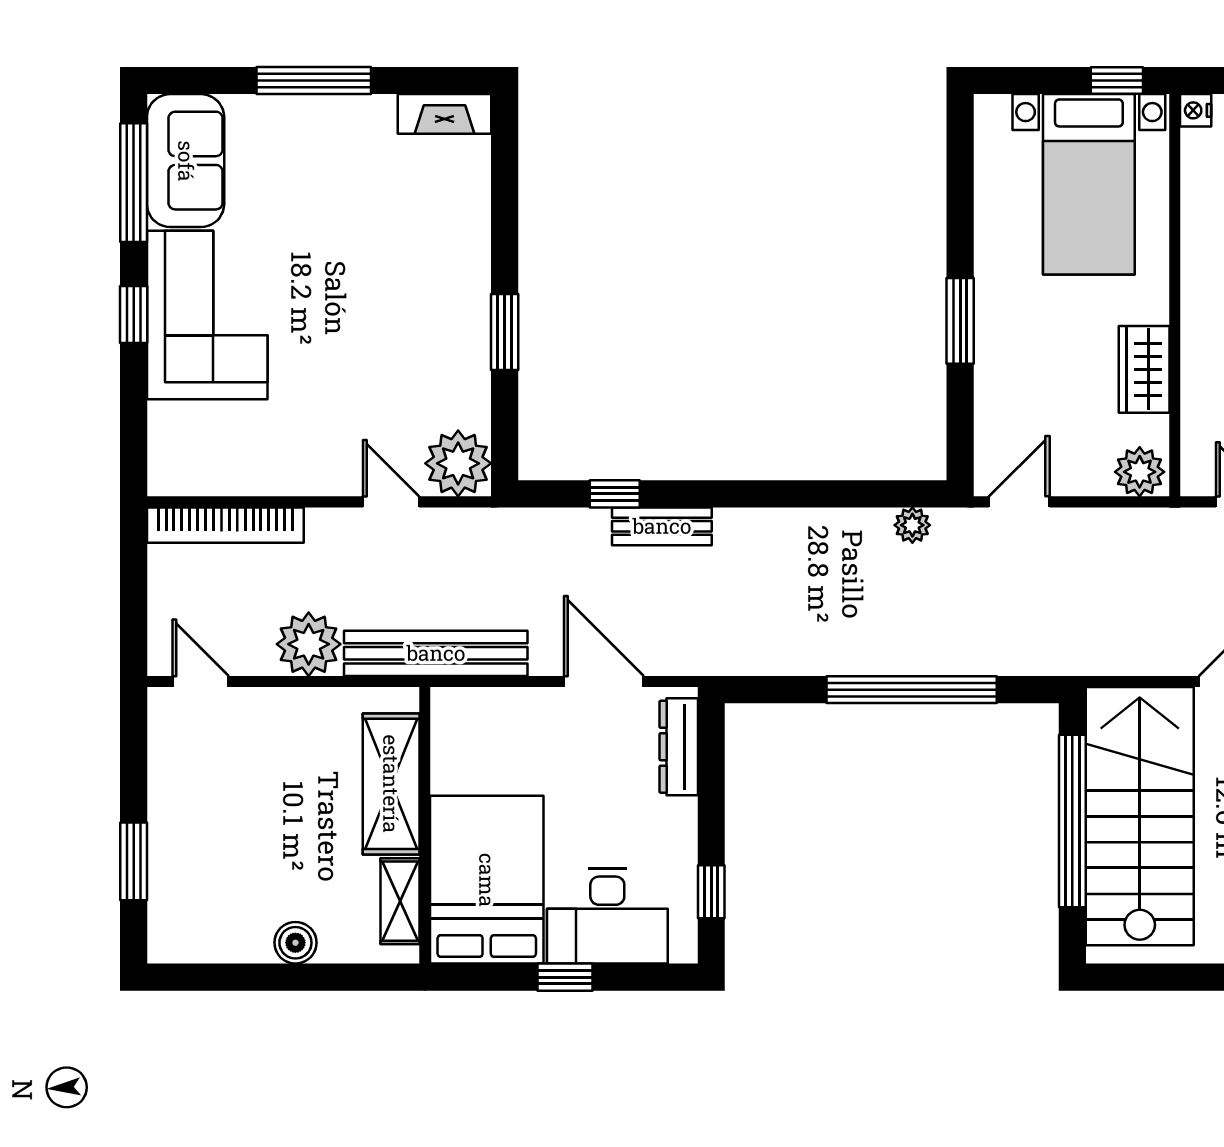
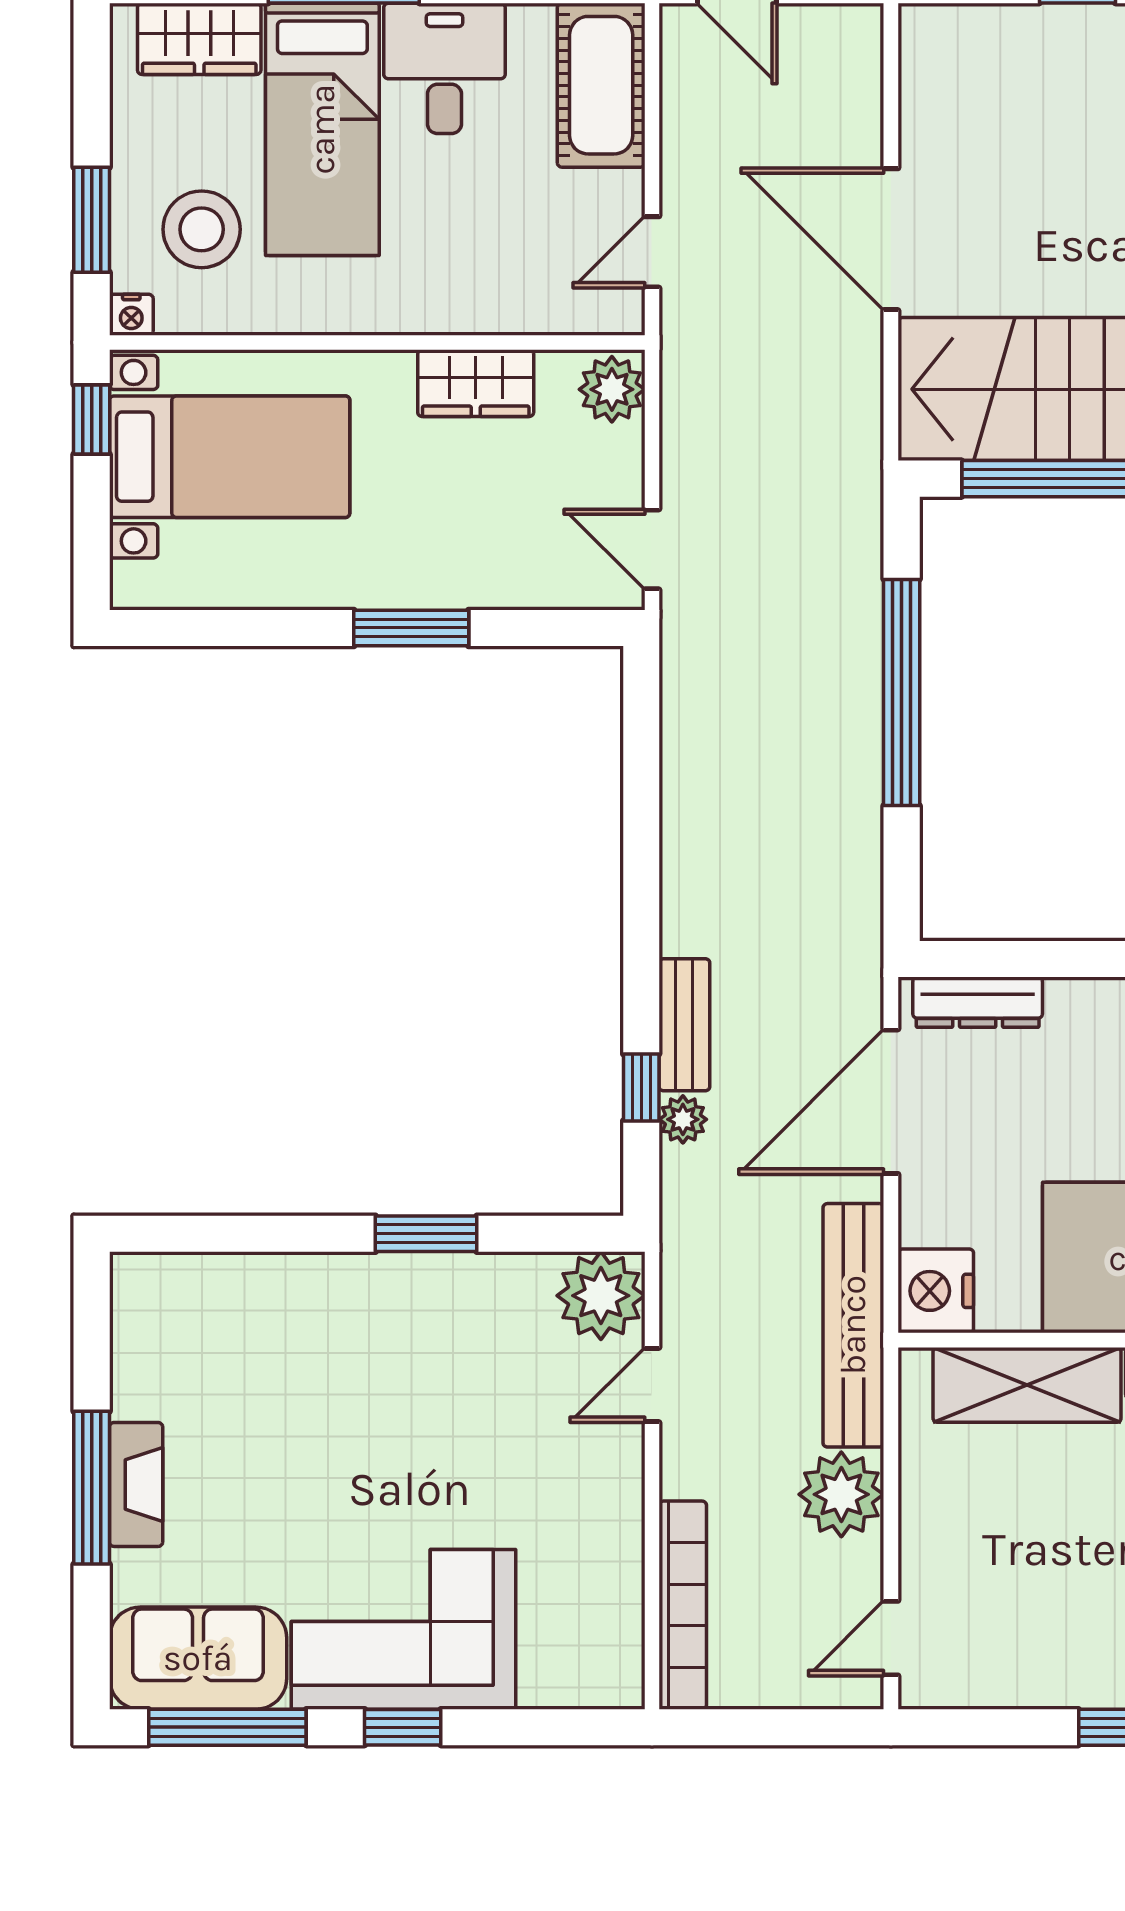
fireplace: (444, 114) -> (136, 1484), moved
plant: (912, 525) -> (683, 1119), moved
door: (604, 682) -> (891, 1102), width x1.36
nightstand: (462, 715) -> (936, 1291), added

